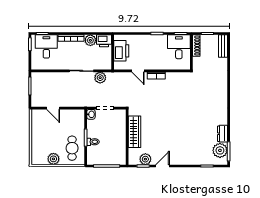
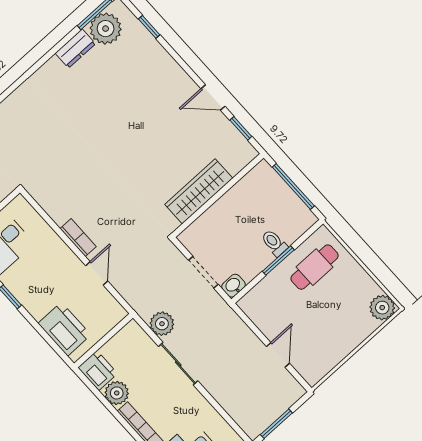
printer: (121, 51) -> (64, 329), moved, turned 90
plant: (53, 159) -> (382, 308), moved
plant: (145, 159) -> (227, 135), removed

